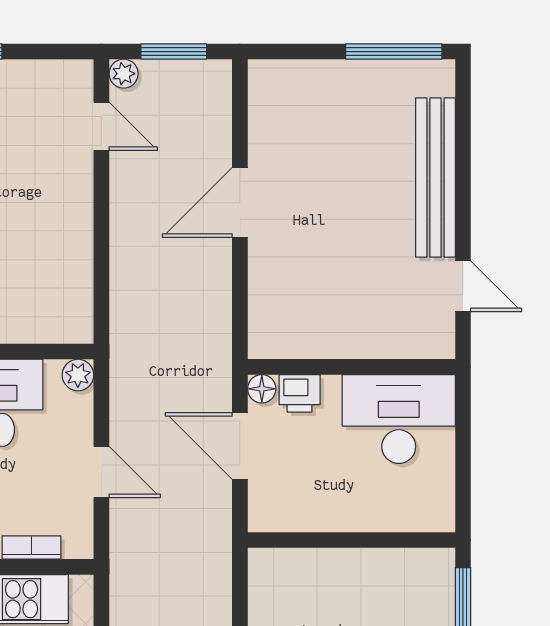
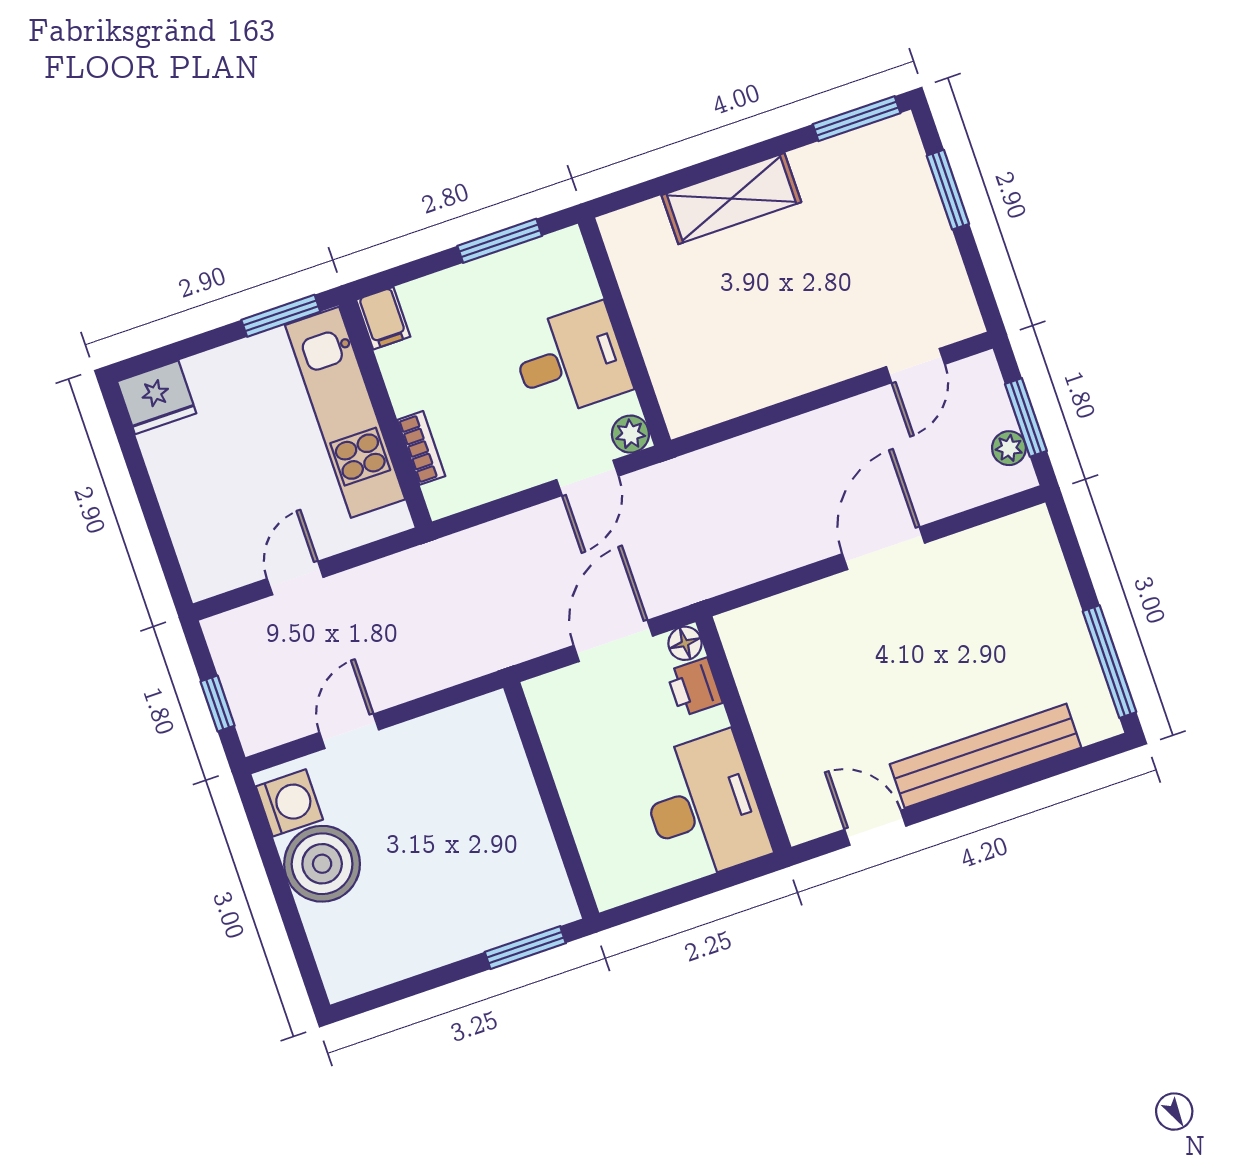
plant: (124, 74) -> (1009, 448), moved
door: (240, 203) -> (883, 548), hinge flipped
door: (463, 286) -> (875, 828), swing flipped
door: (101, 472) -> (588, 478), moved

